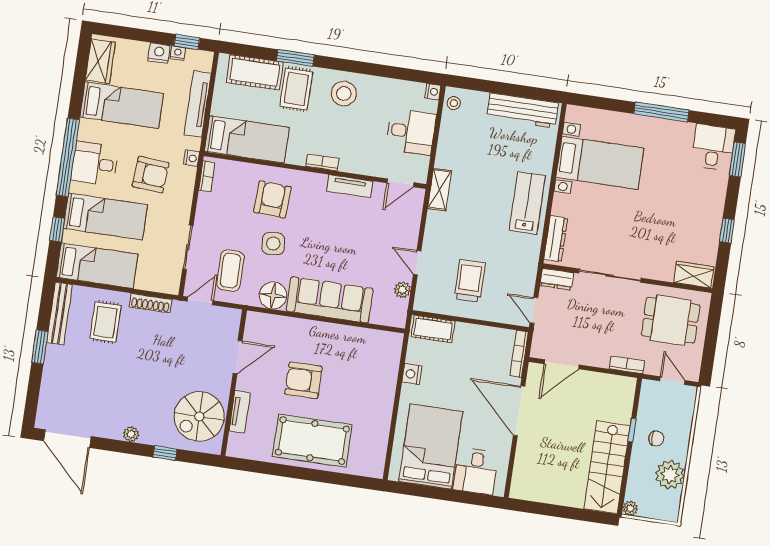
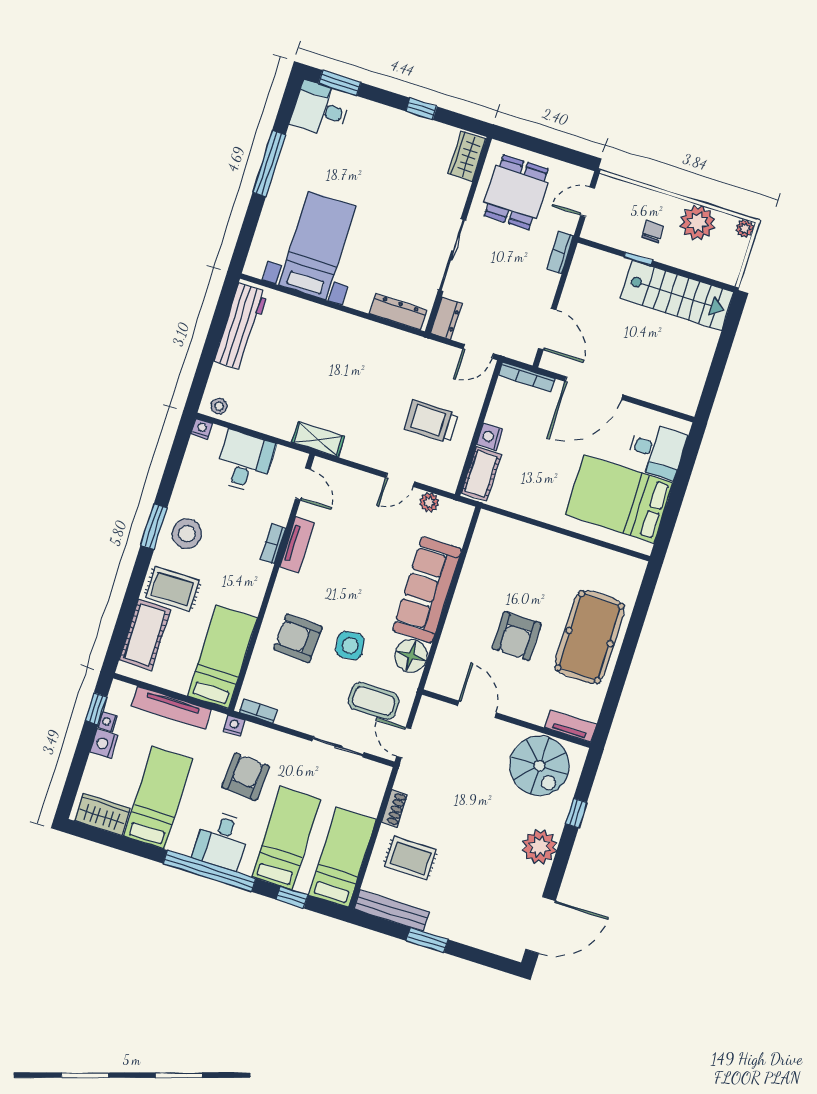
window: (295, 58) -> (154, 527), moved
bookcase: (322, 162) -> (273, 544), moved
lab bench: (527, 203) -> (351, 339), removed
shoe rack: (151, 303) -> (394, 808), width x0.70
nightstand: (412, 374) -> (490, 437), moved, turned 90
tv unit: (240, 412) -> (570, 726), moved
plant: (131, 434) -> (540, 847), width x1.87, depth x1.87
plant: (630, 508) -> (745, 228), moved

